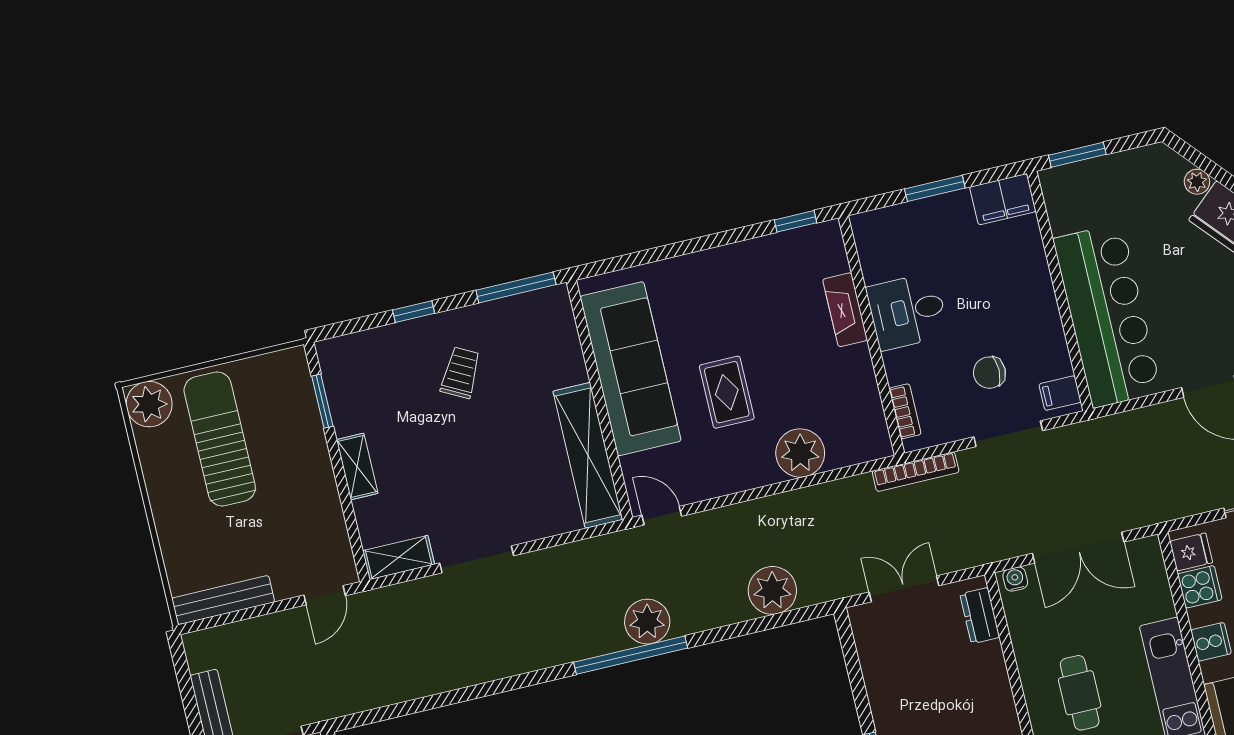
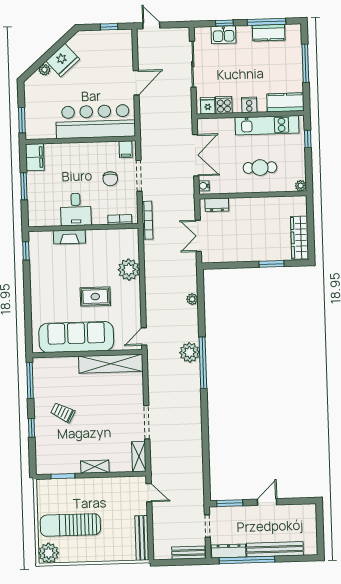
plant: (772, 590) -> (192, 299), width x0.53, depth x0.53

